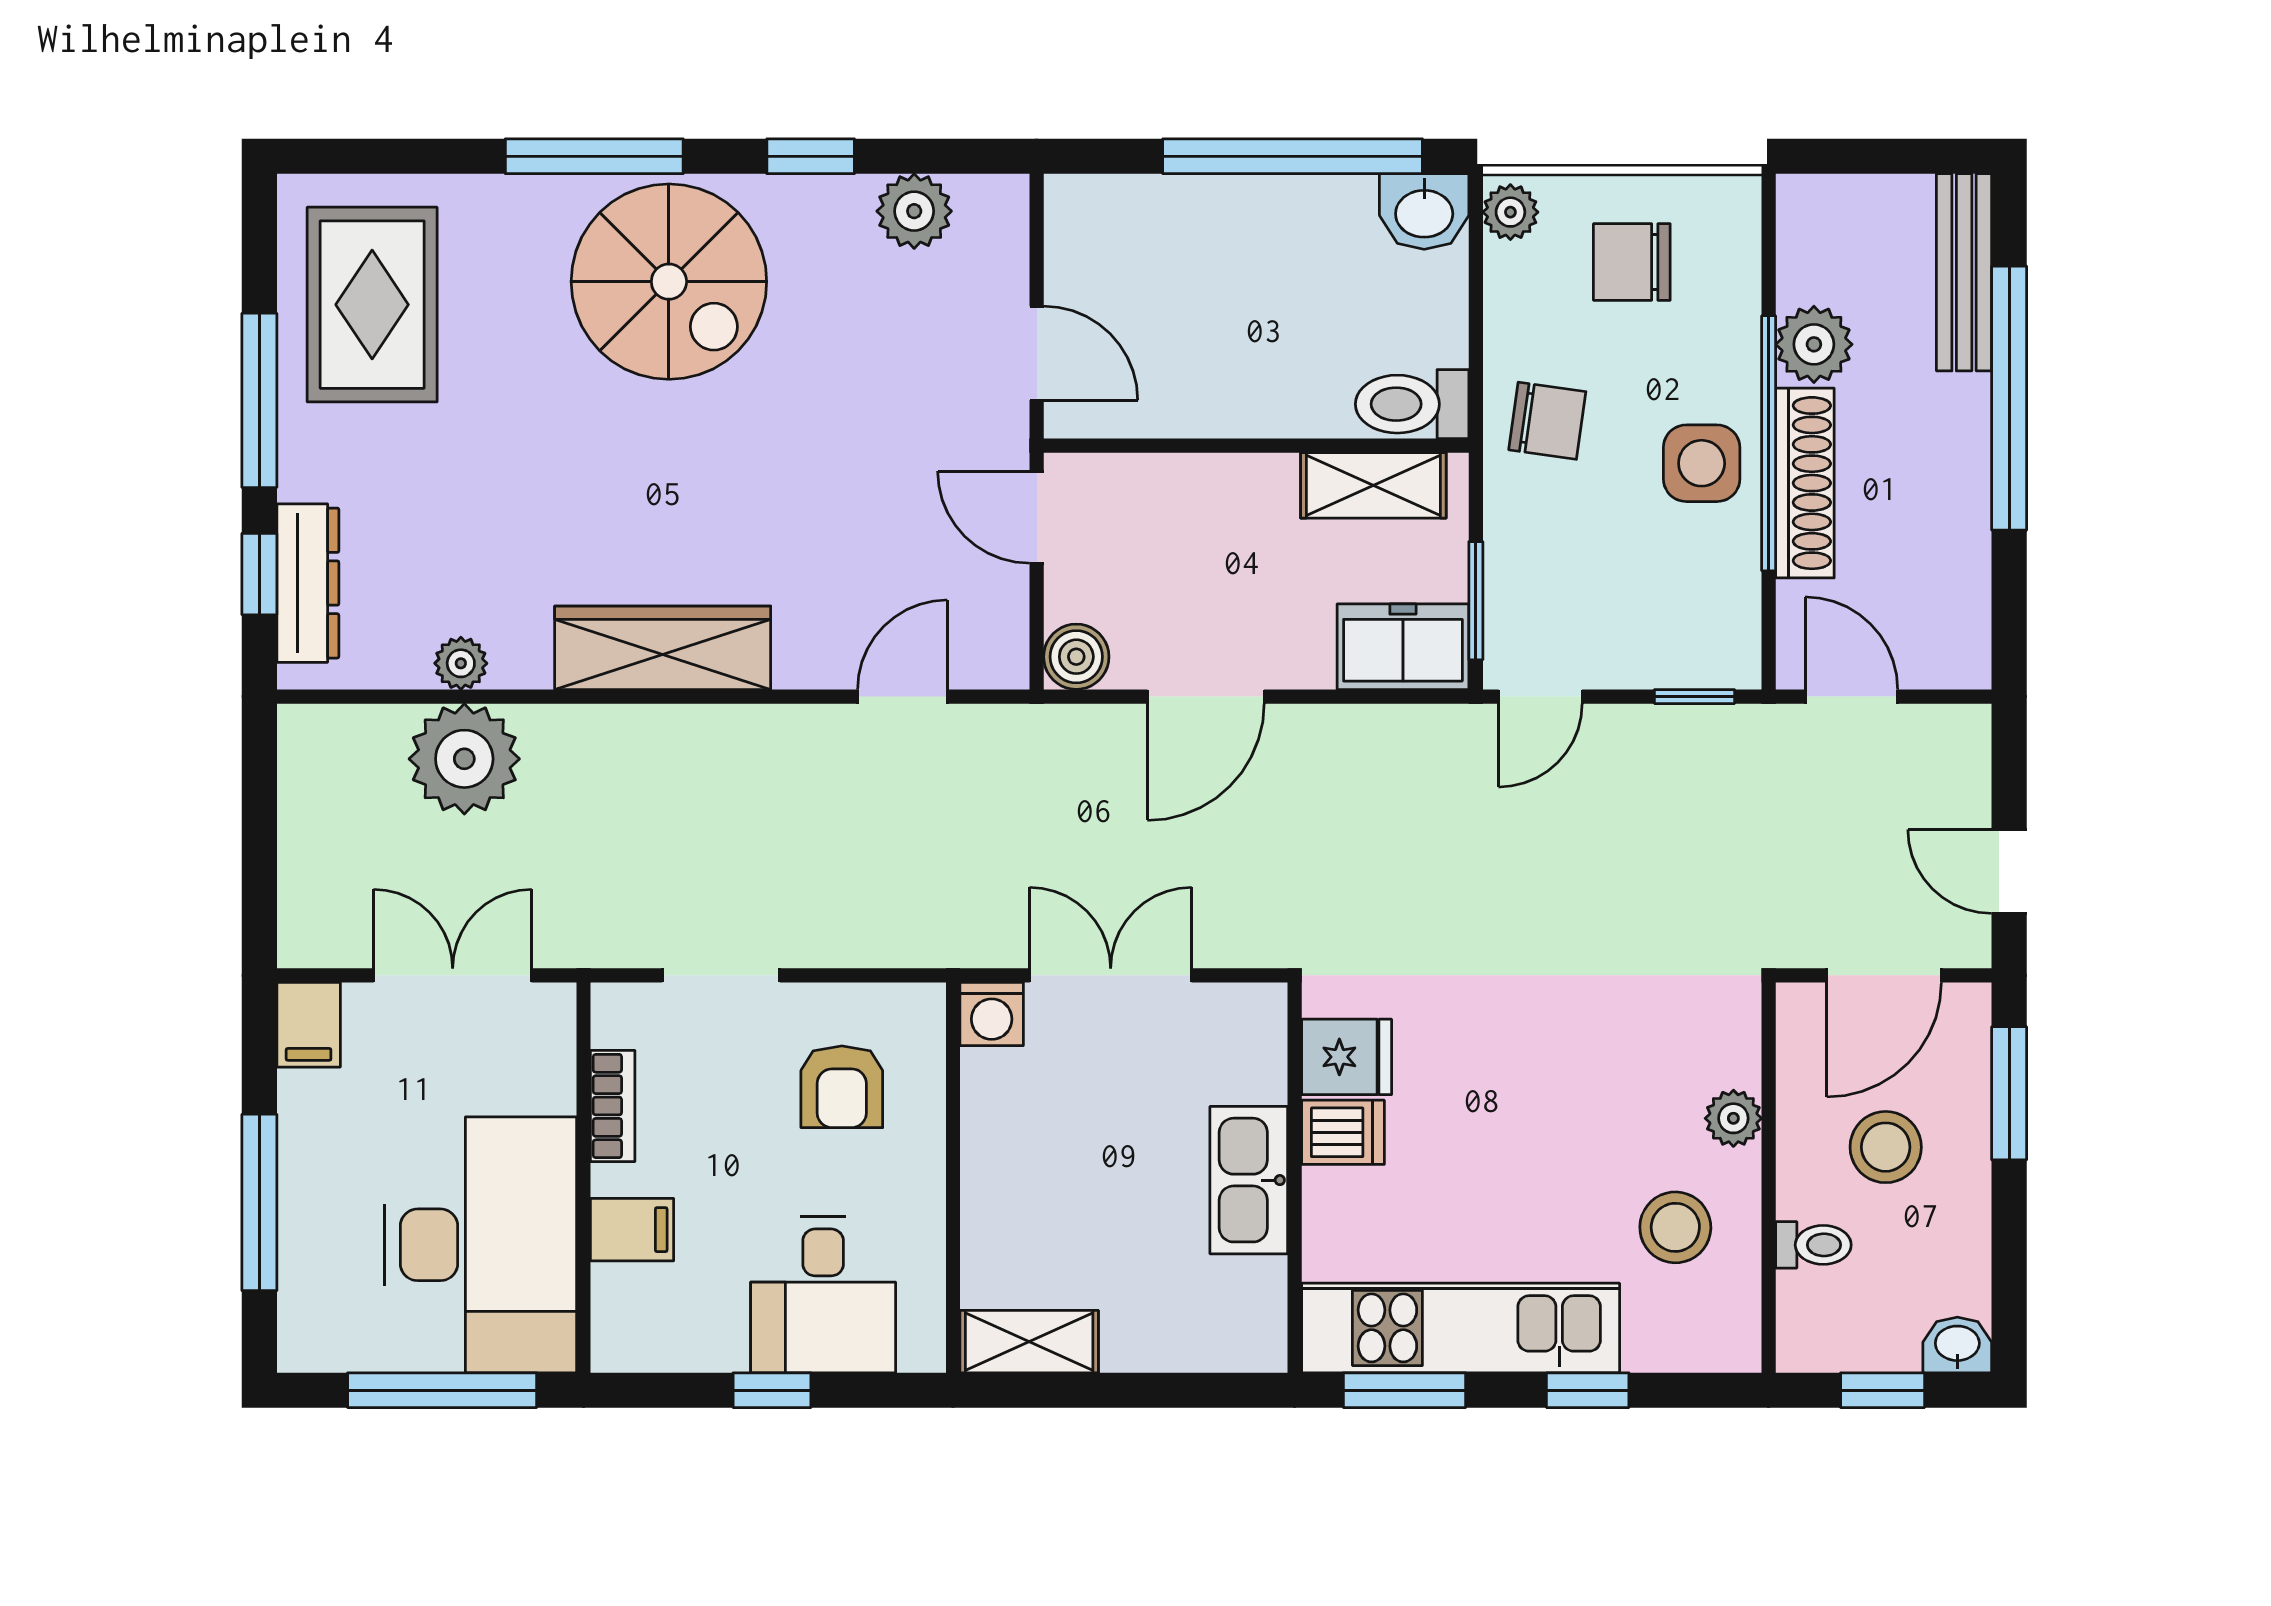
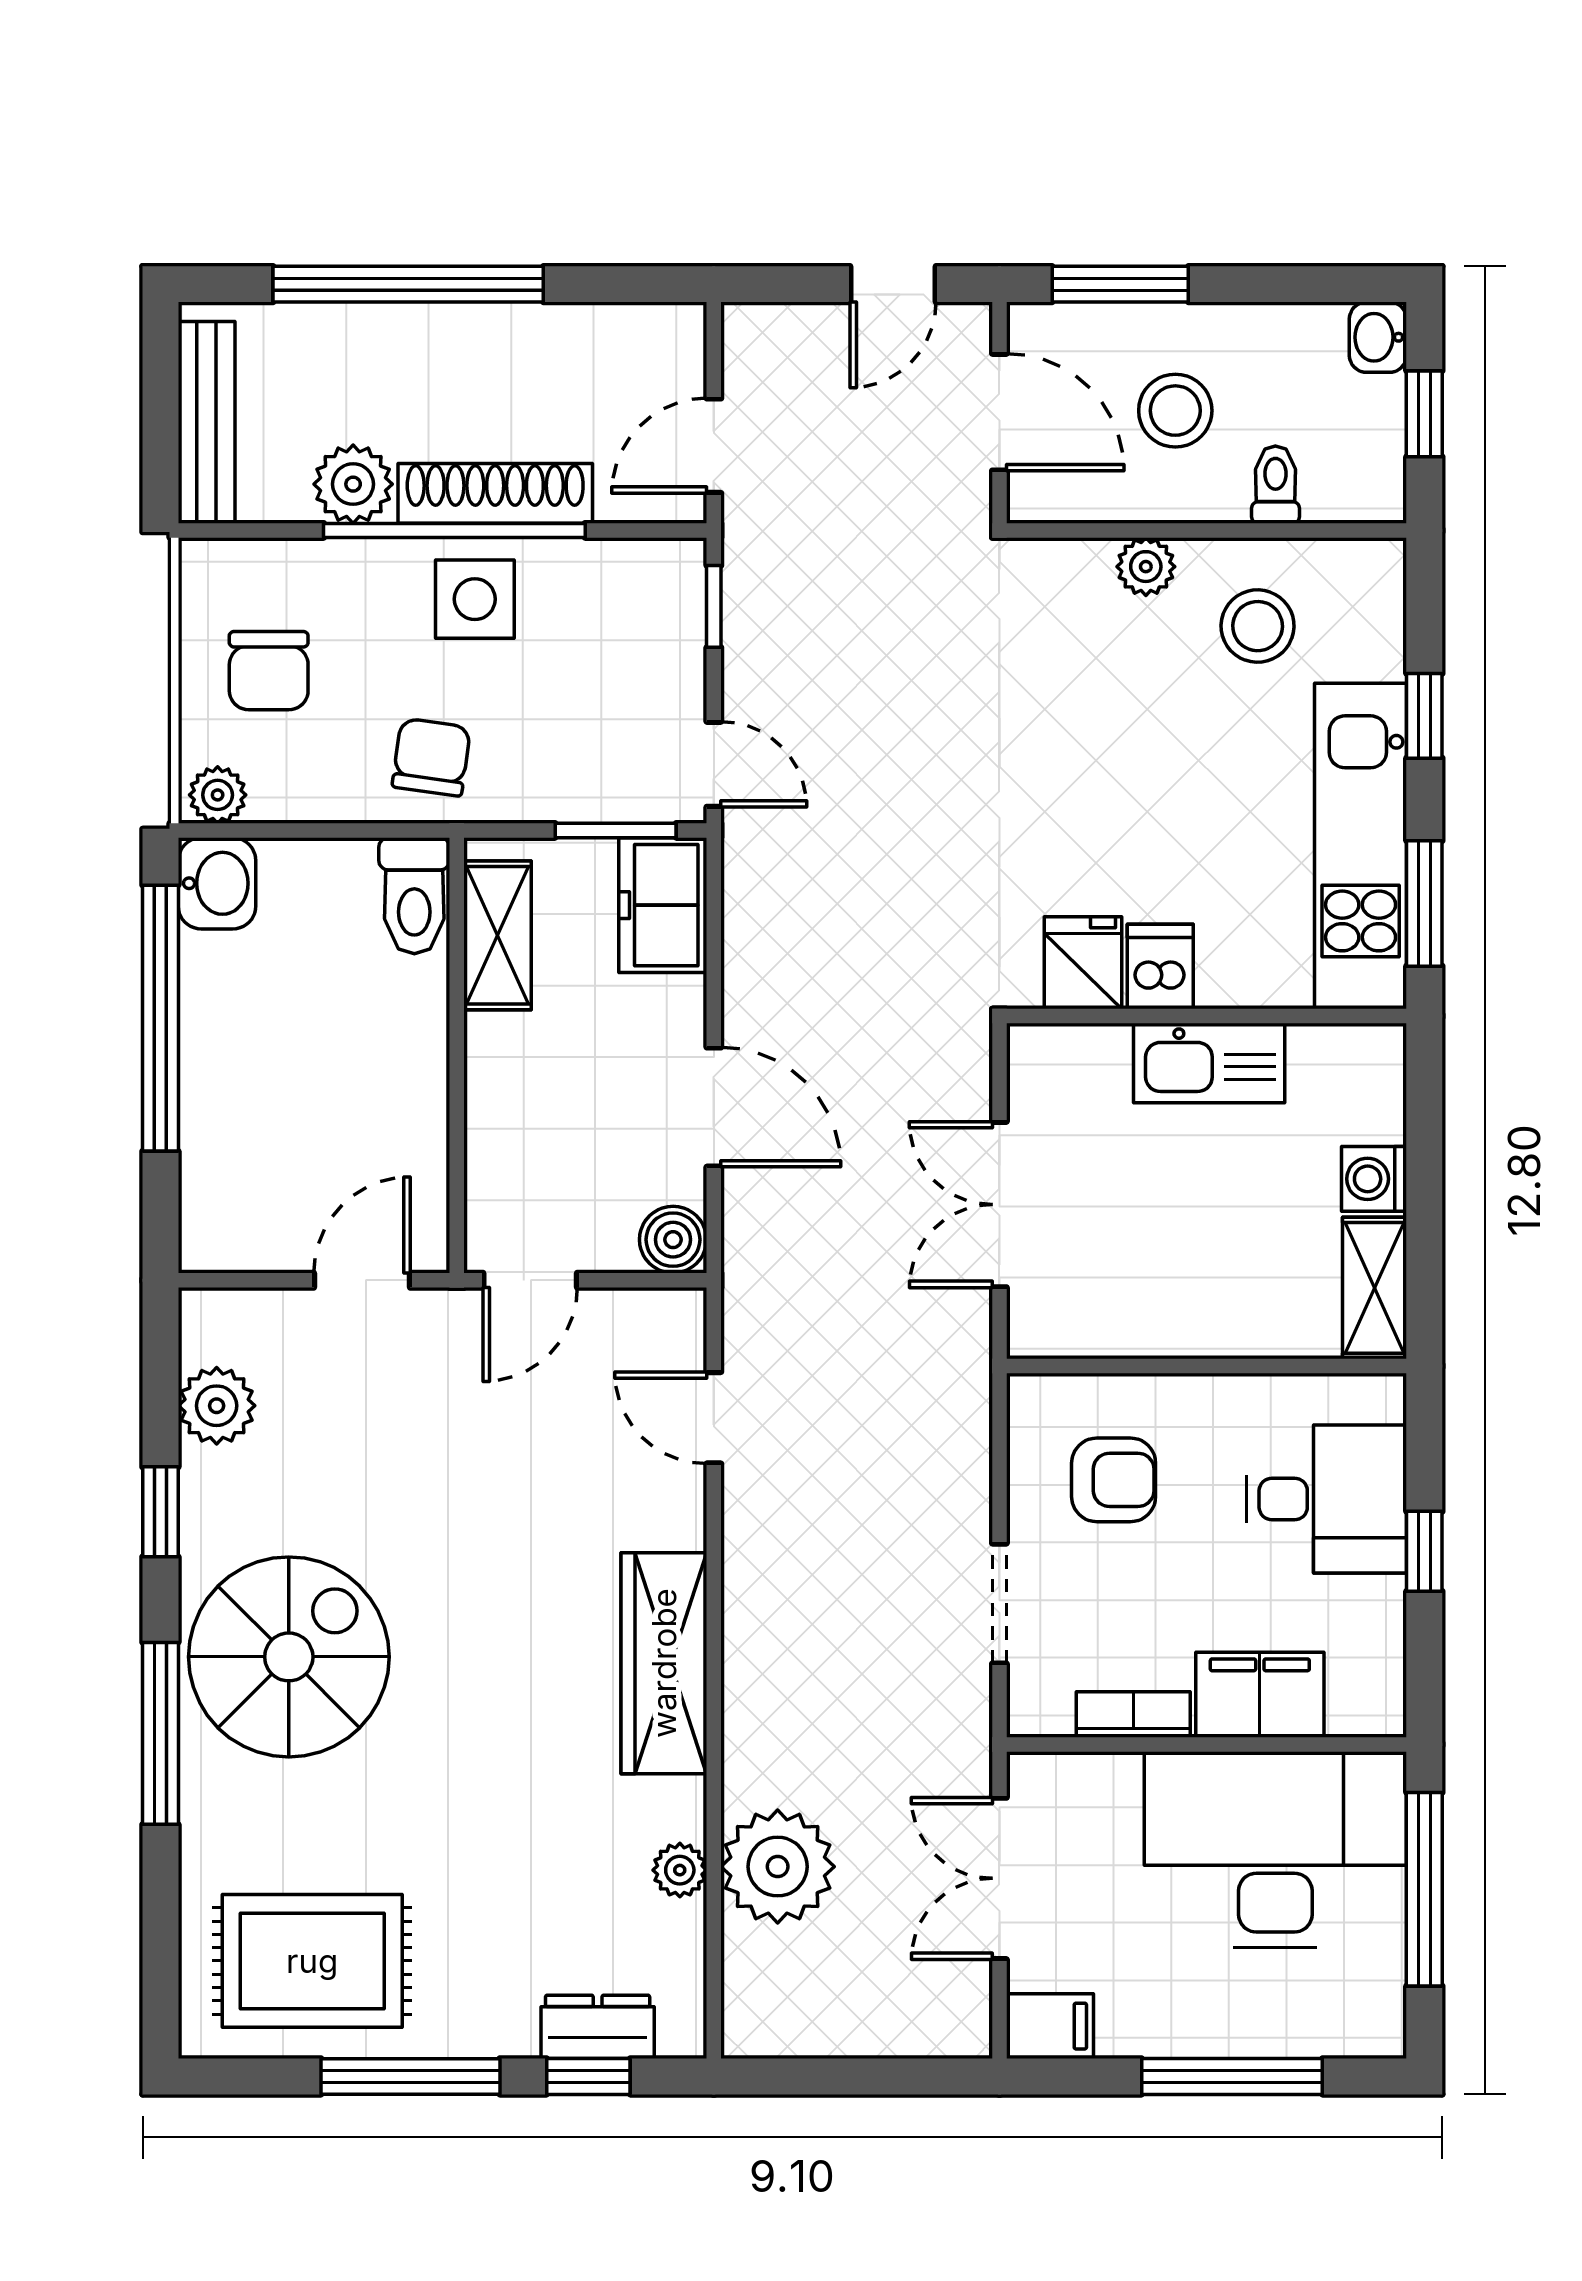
bench: (1964, 272) -> (207, 422), moved, turned 90
dresser: (308, 583) -> (598, 2027), width x0.70
washing machine: (992, 1014) -> (1374, 1179), moved, turned 180
filing cabinet: (632, 1230) -> (1260, 1695), width x2.00

